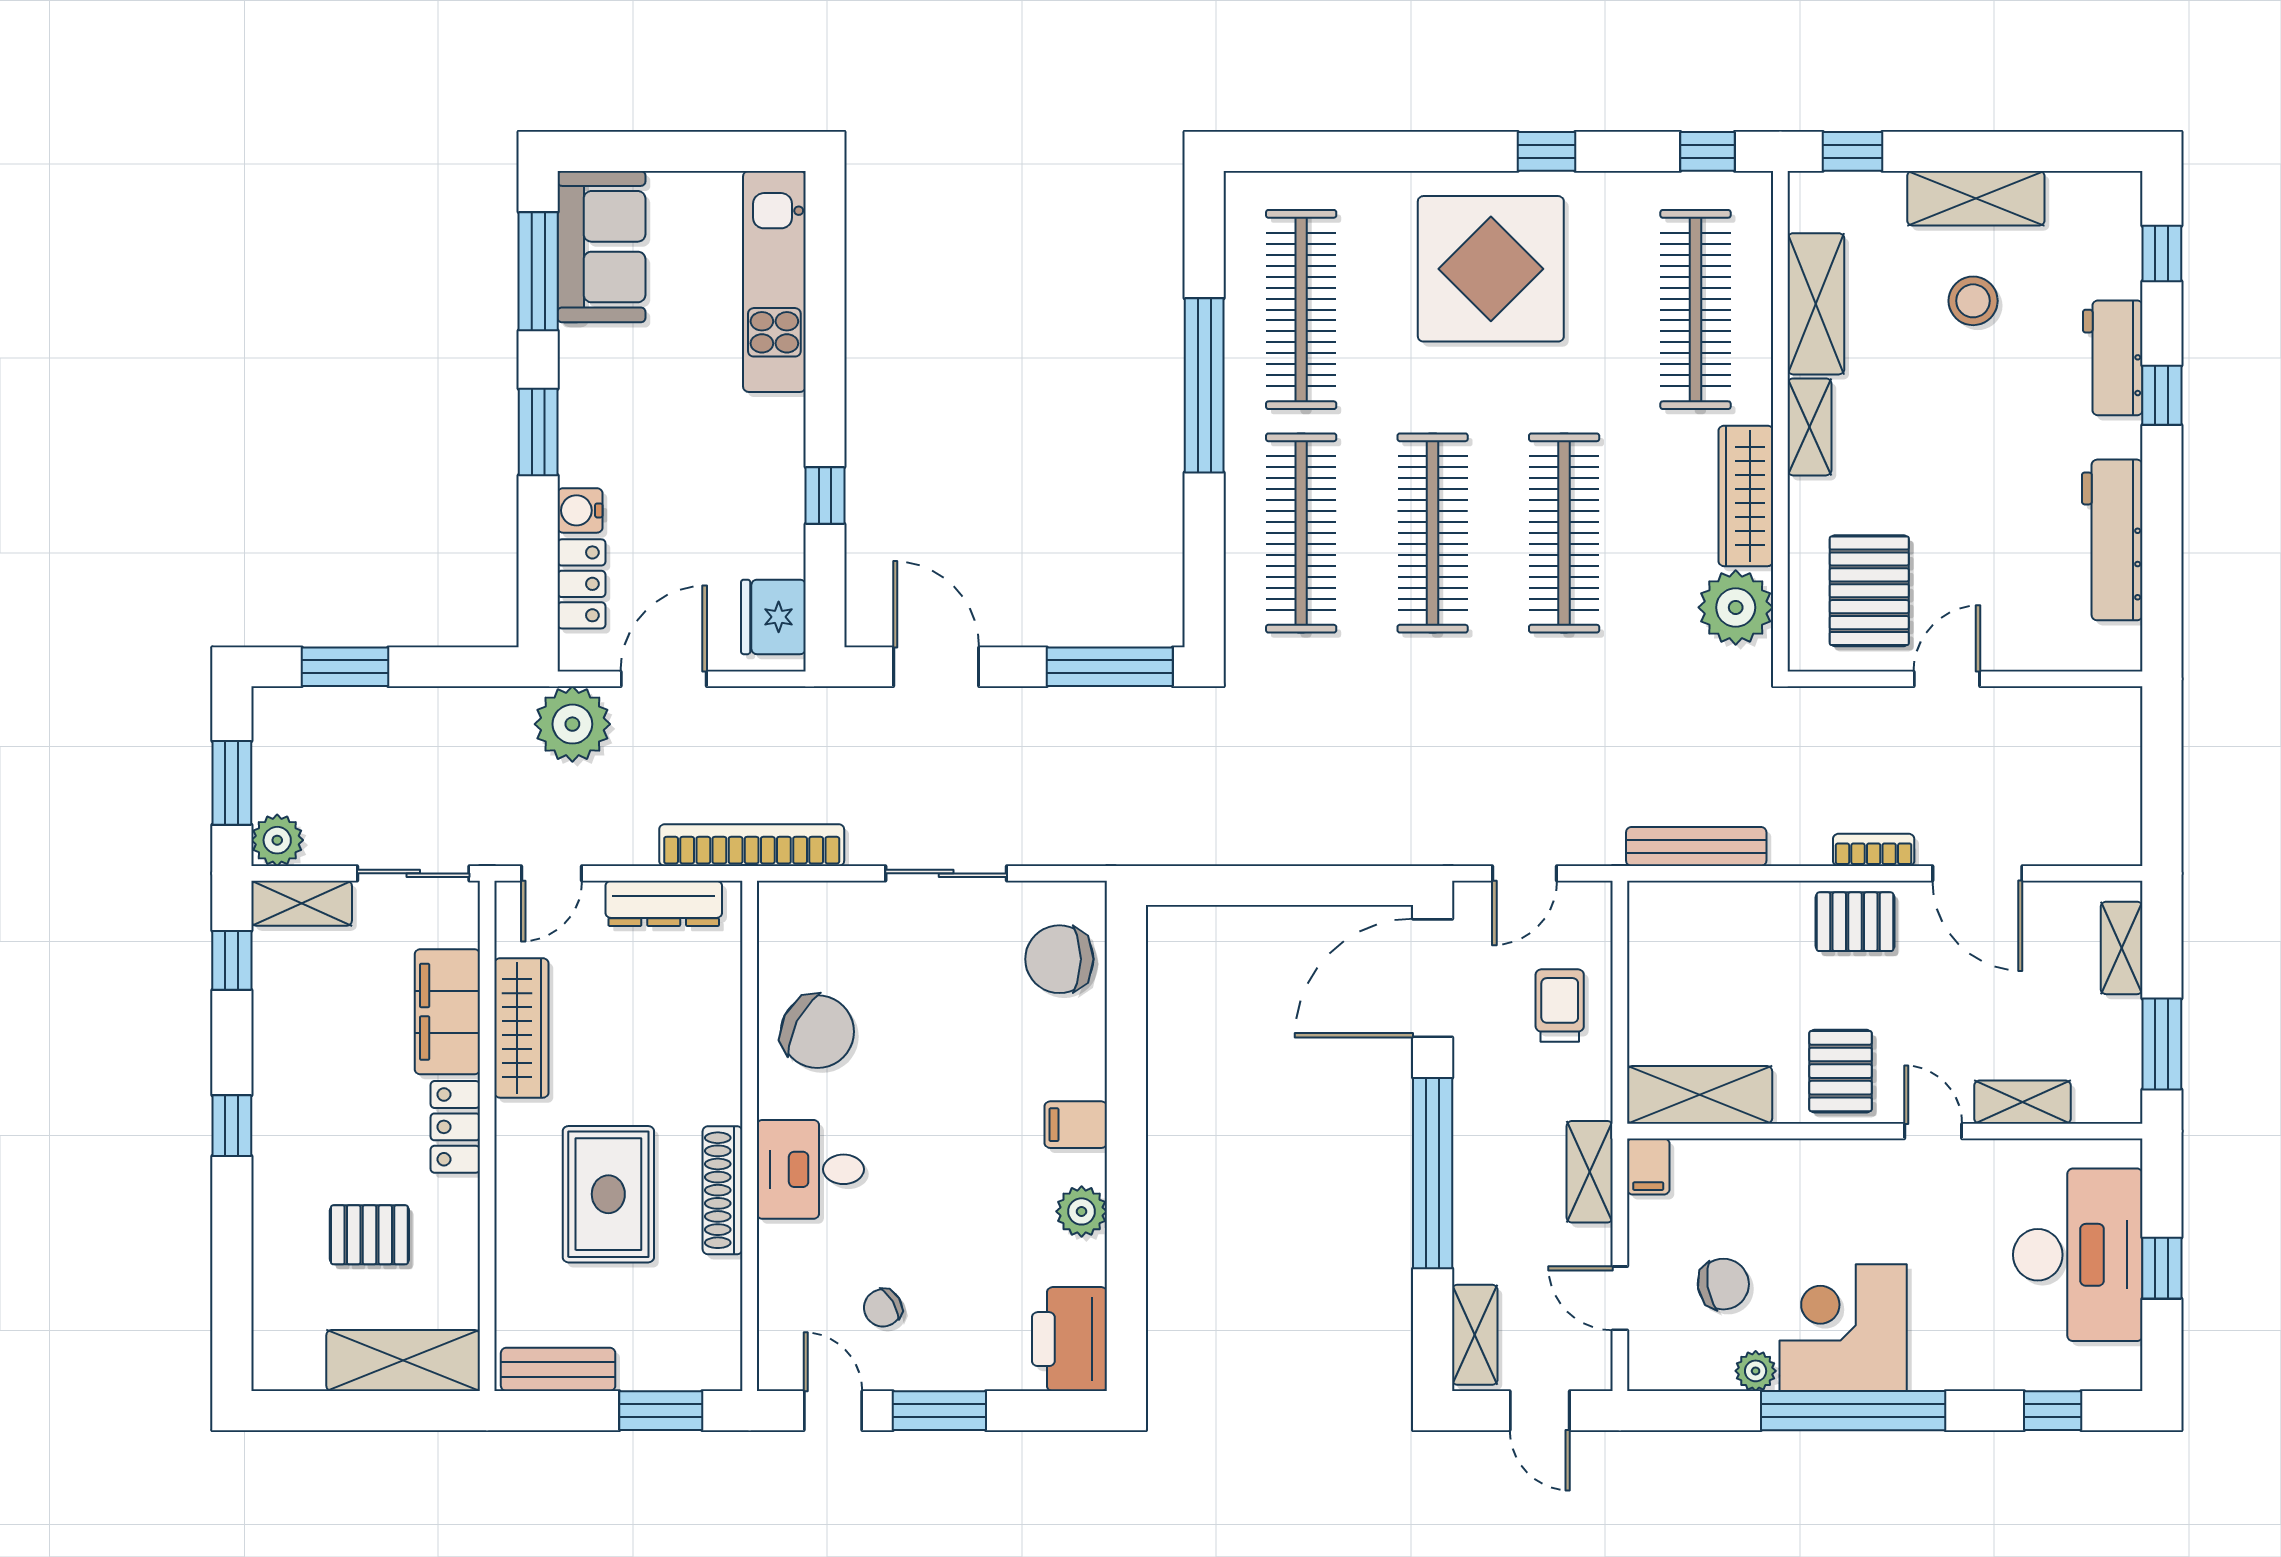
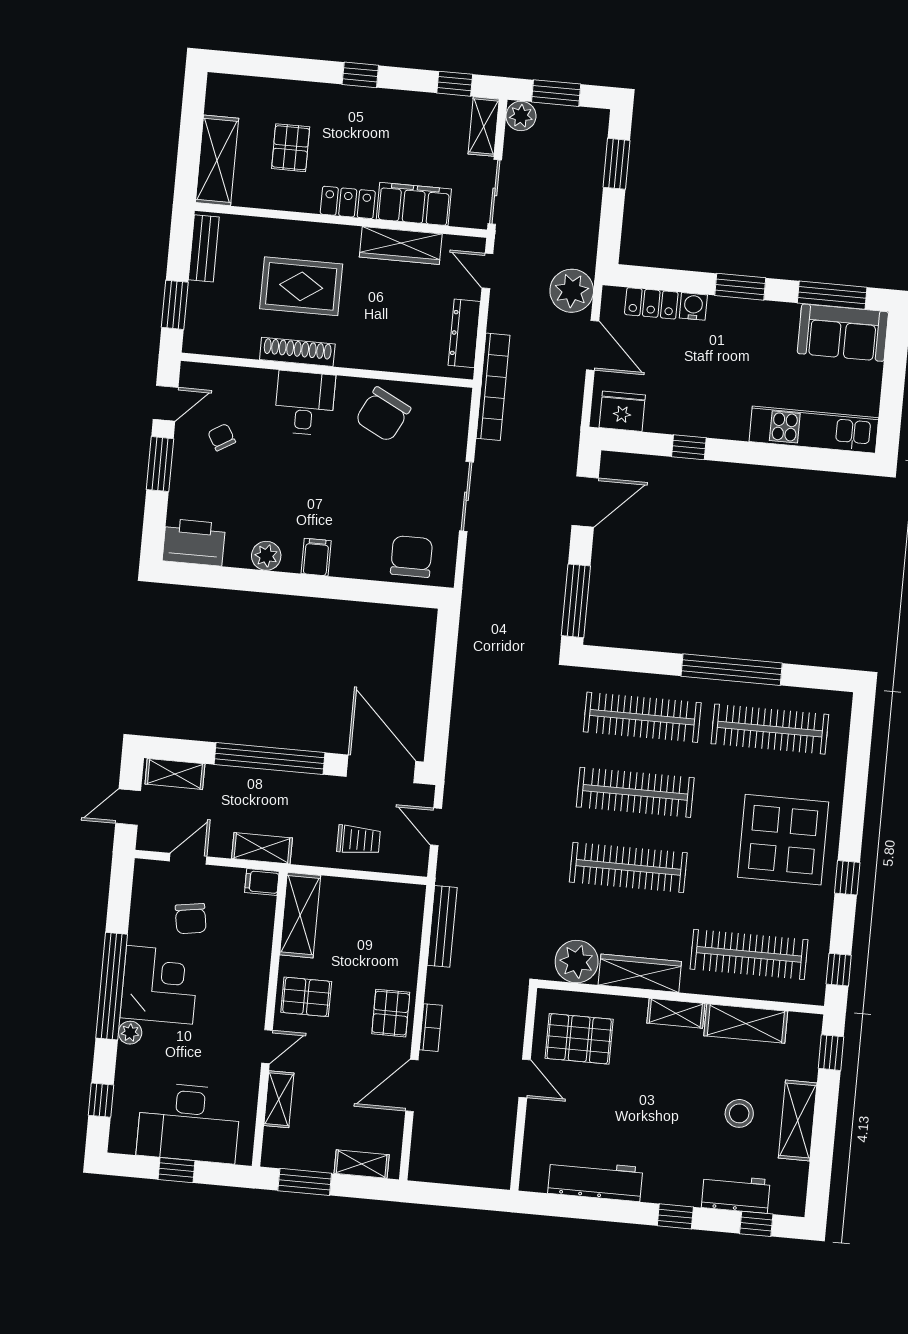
workbench: (2113, 358) -> (736, 1194), moved
plant: (1756, 1371) -> (130, 1033), moved

